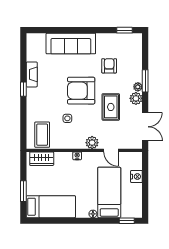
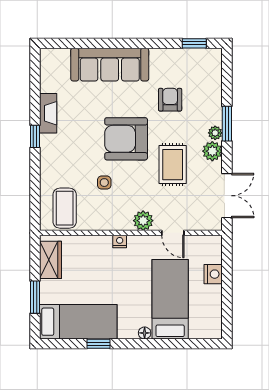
wardrobe: (42, 159) -> (50, 260), moved, turned -90
window: (127, 221) -> (99, 344), moved

